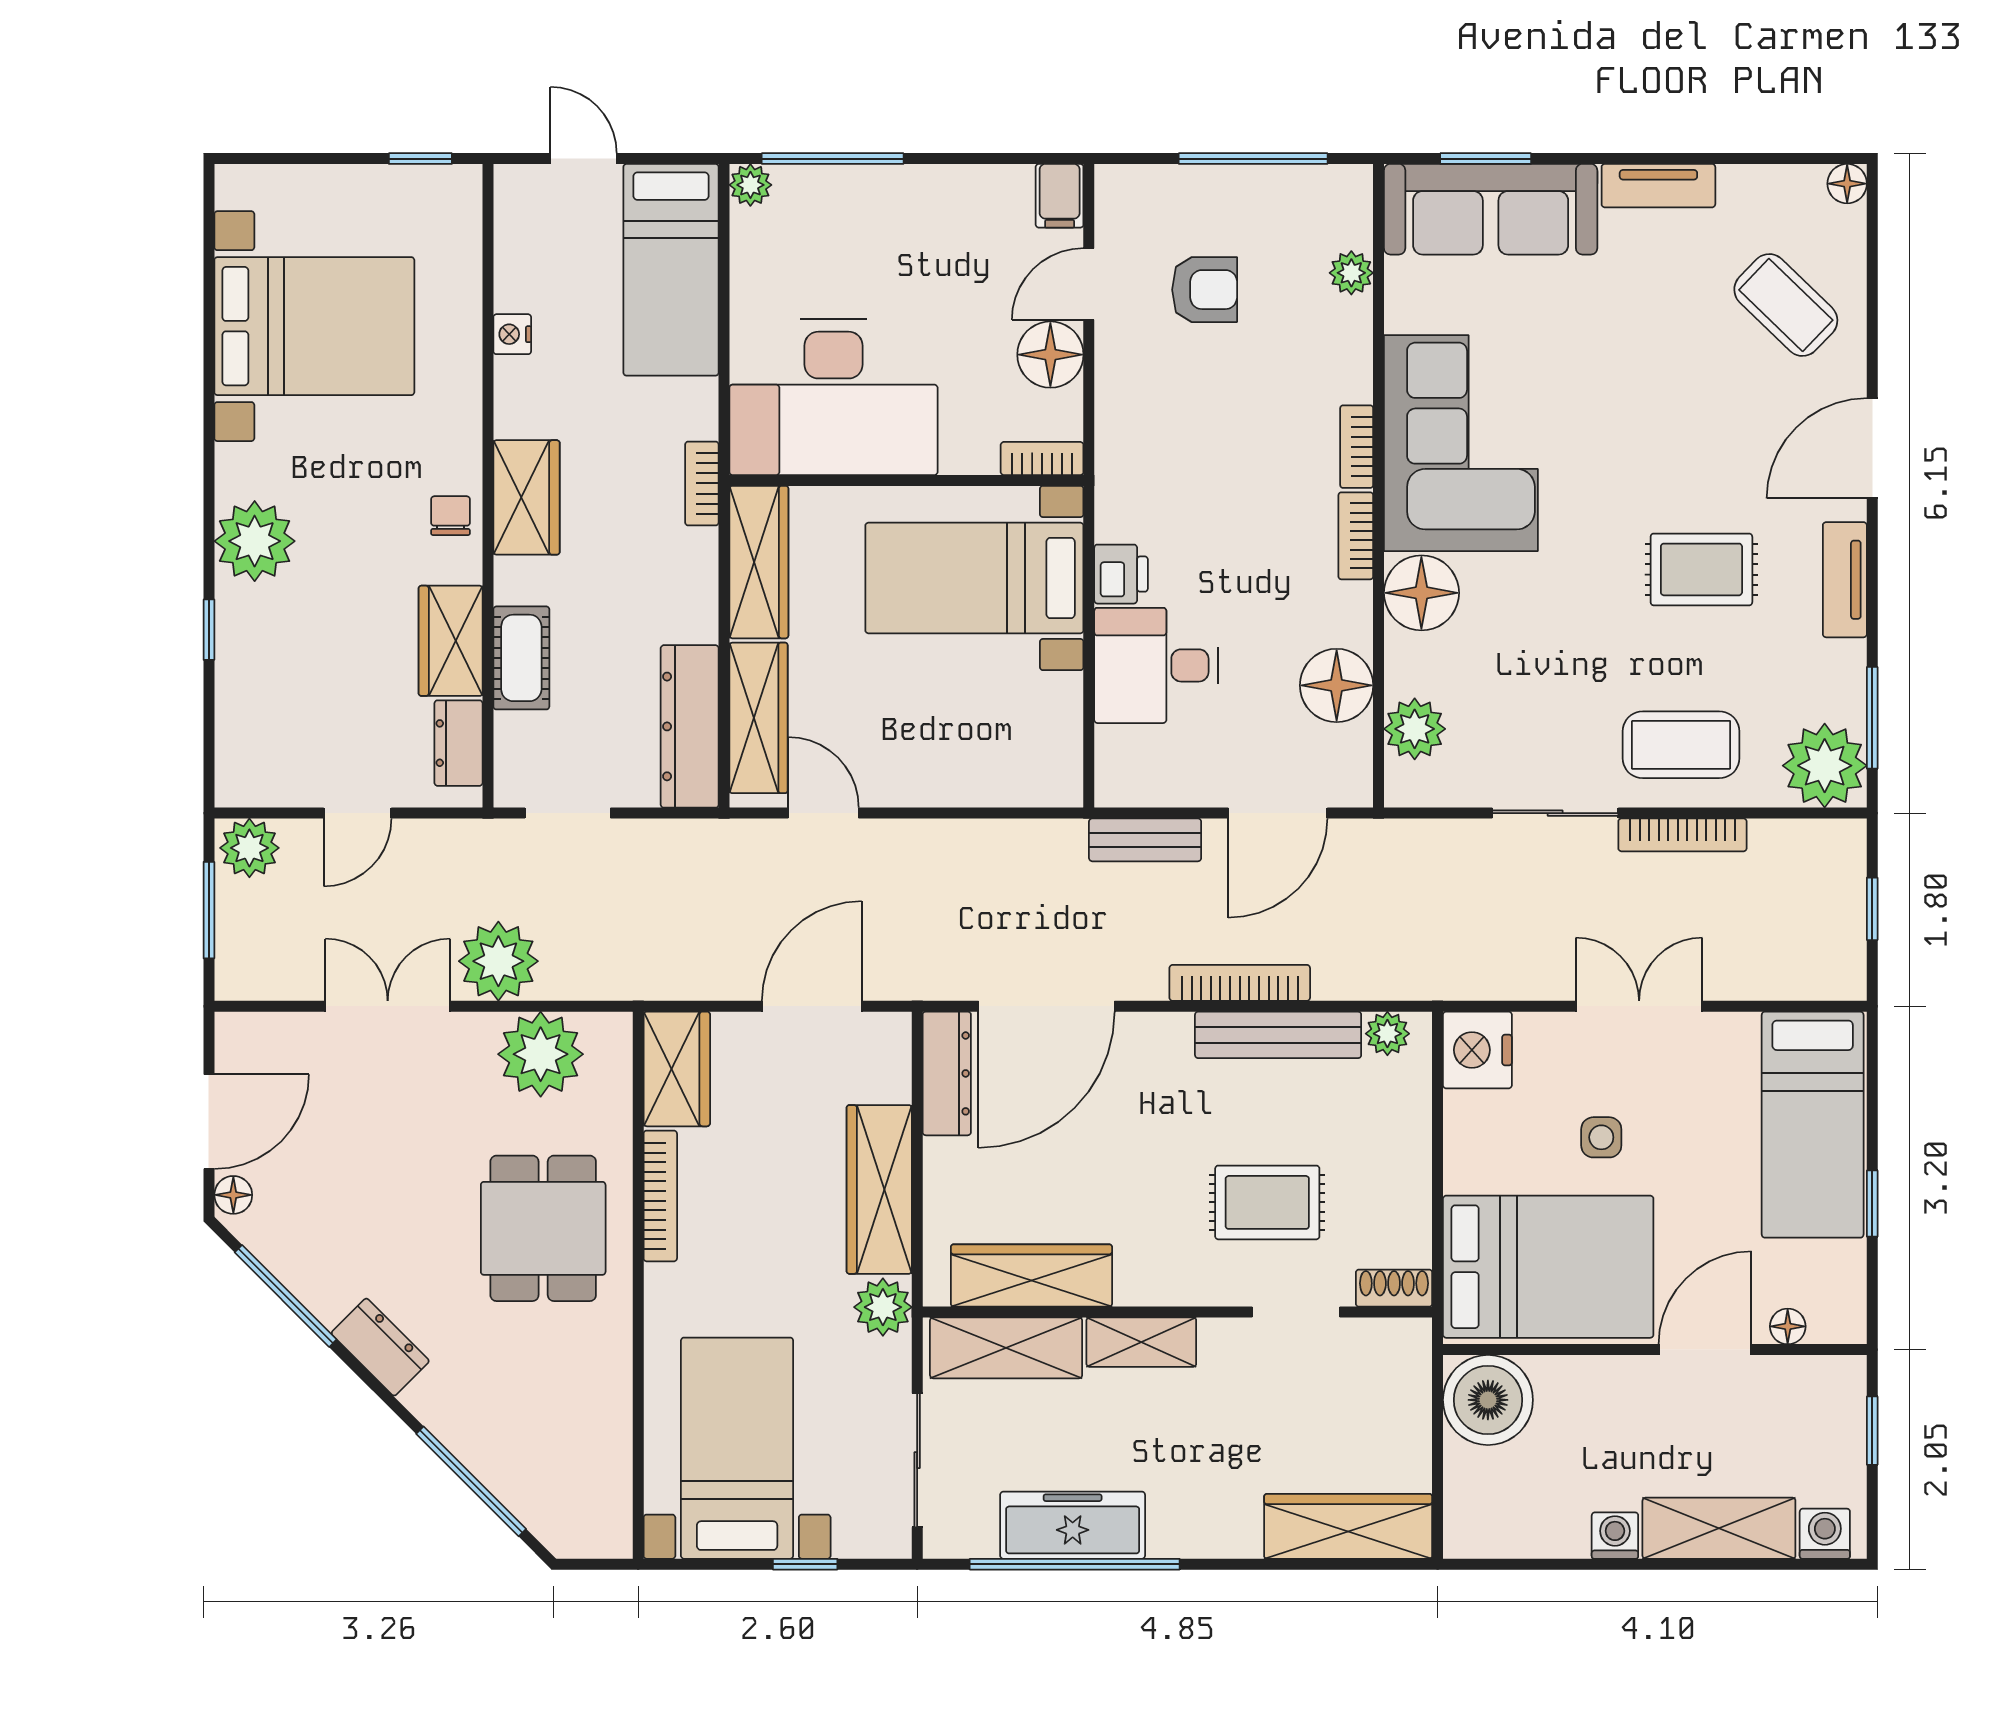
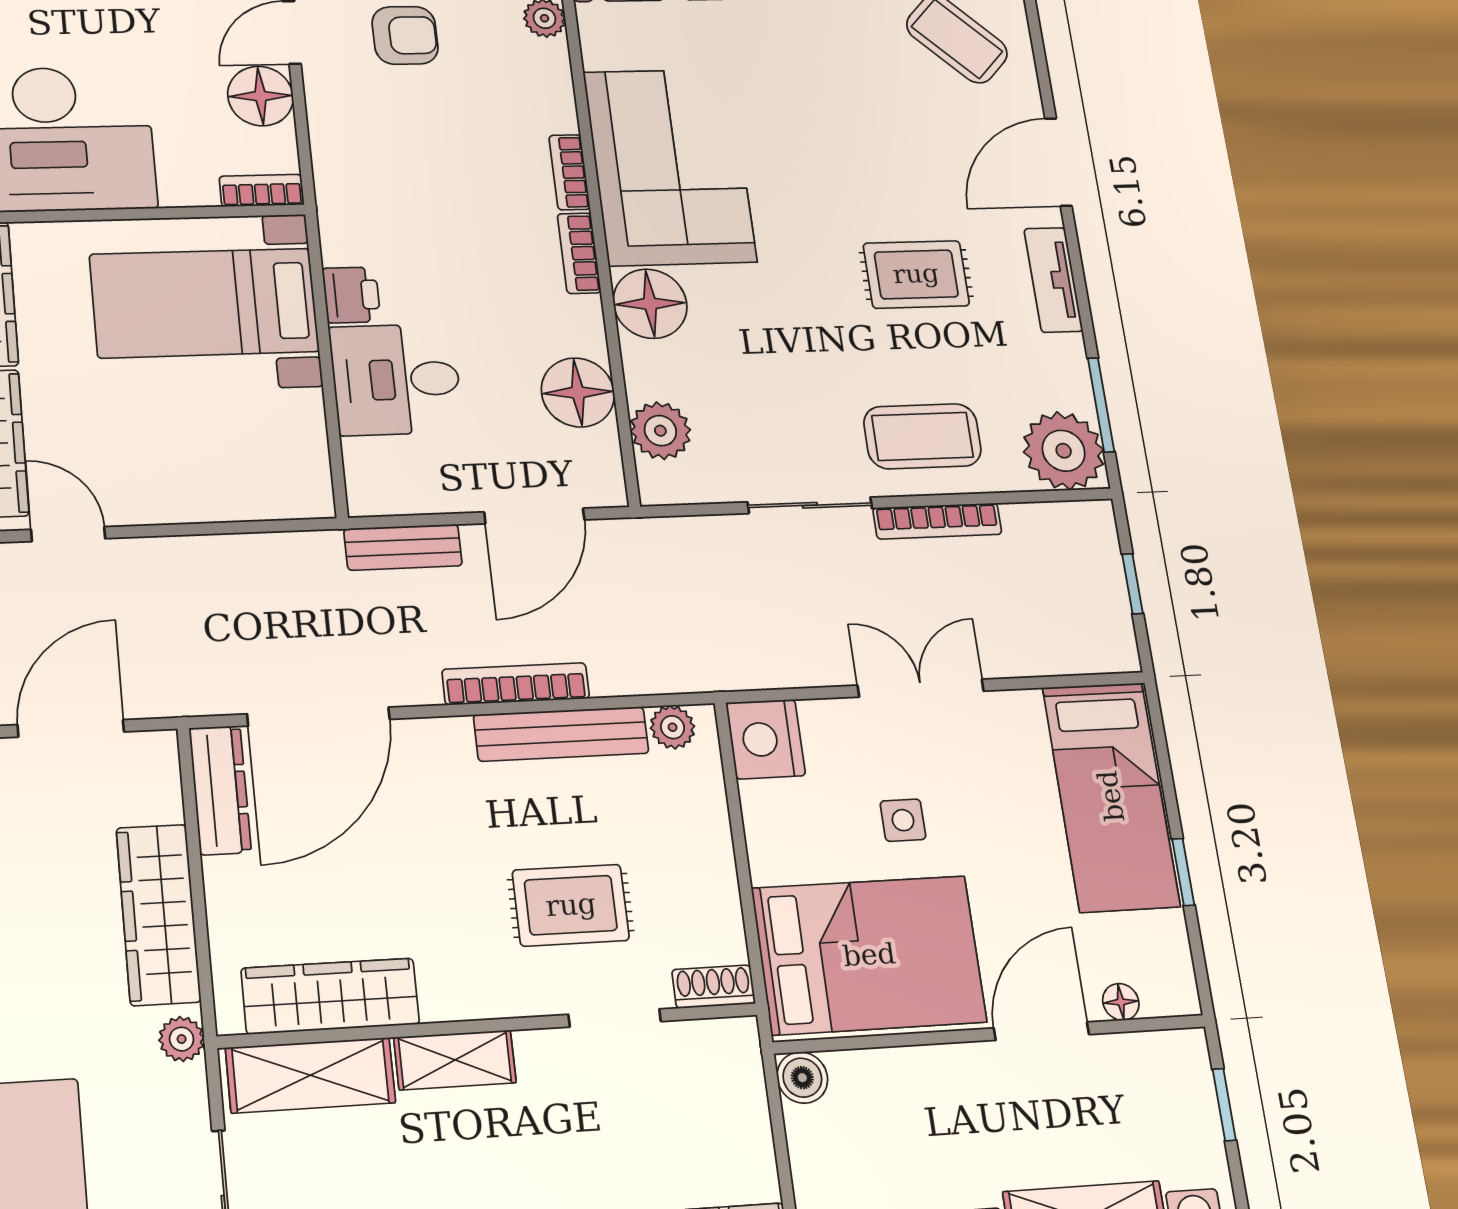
plant: (883, 1307) -> (182, 1039), width x0.73, depth x0.73
boiler: (1488, 1400) -> (802, 1078), width x0.54, depth x0.54

